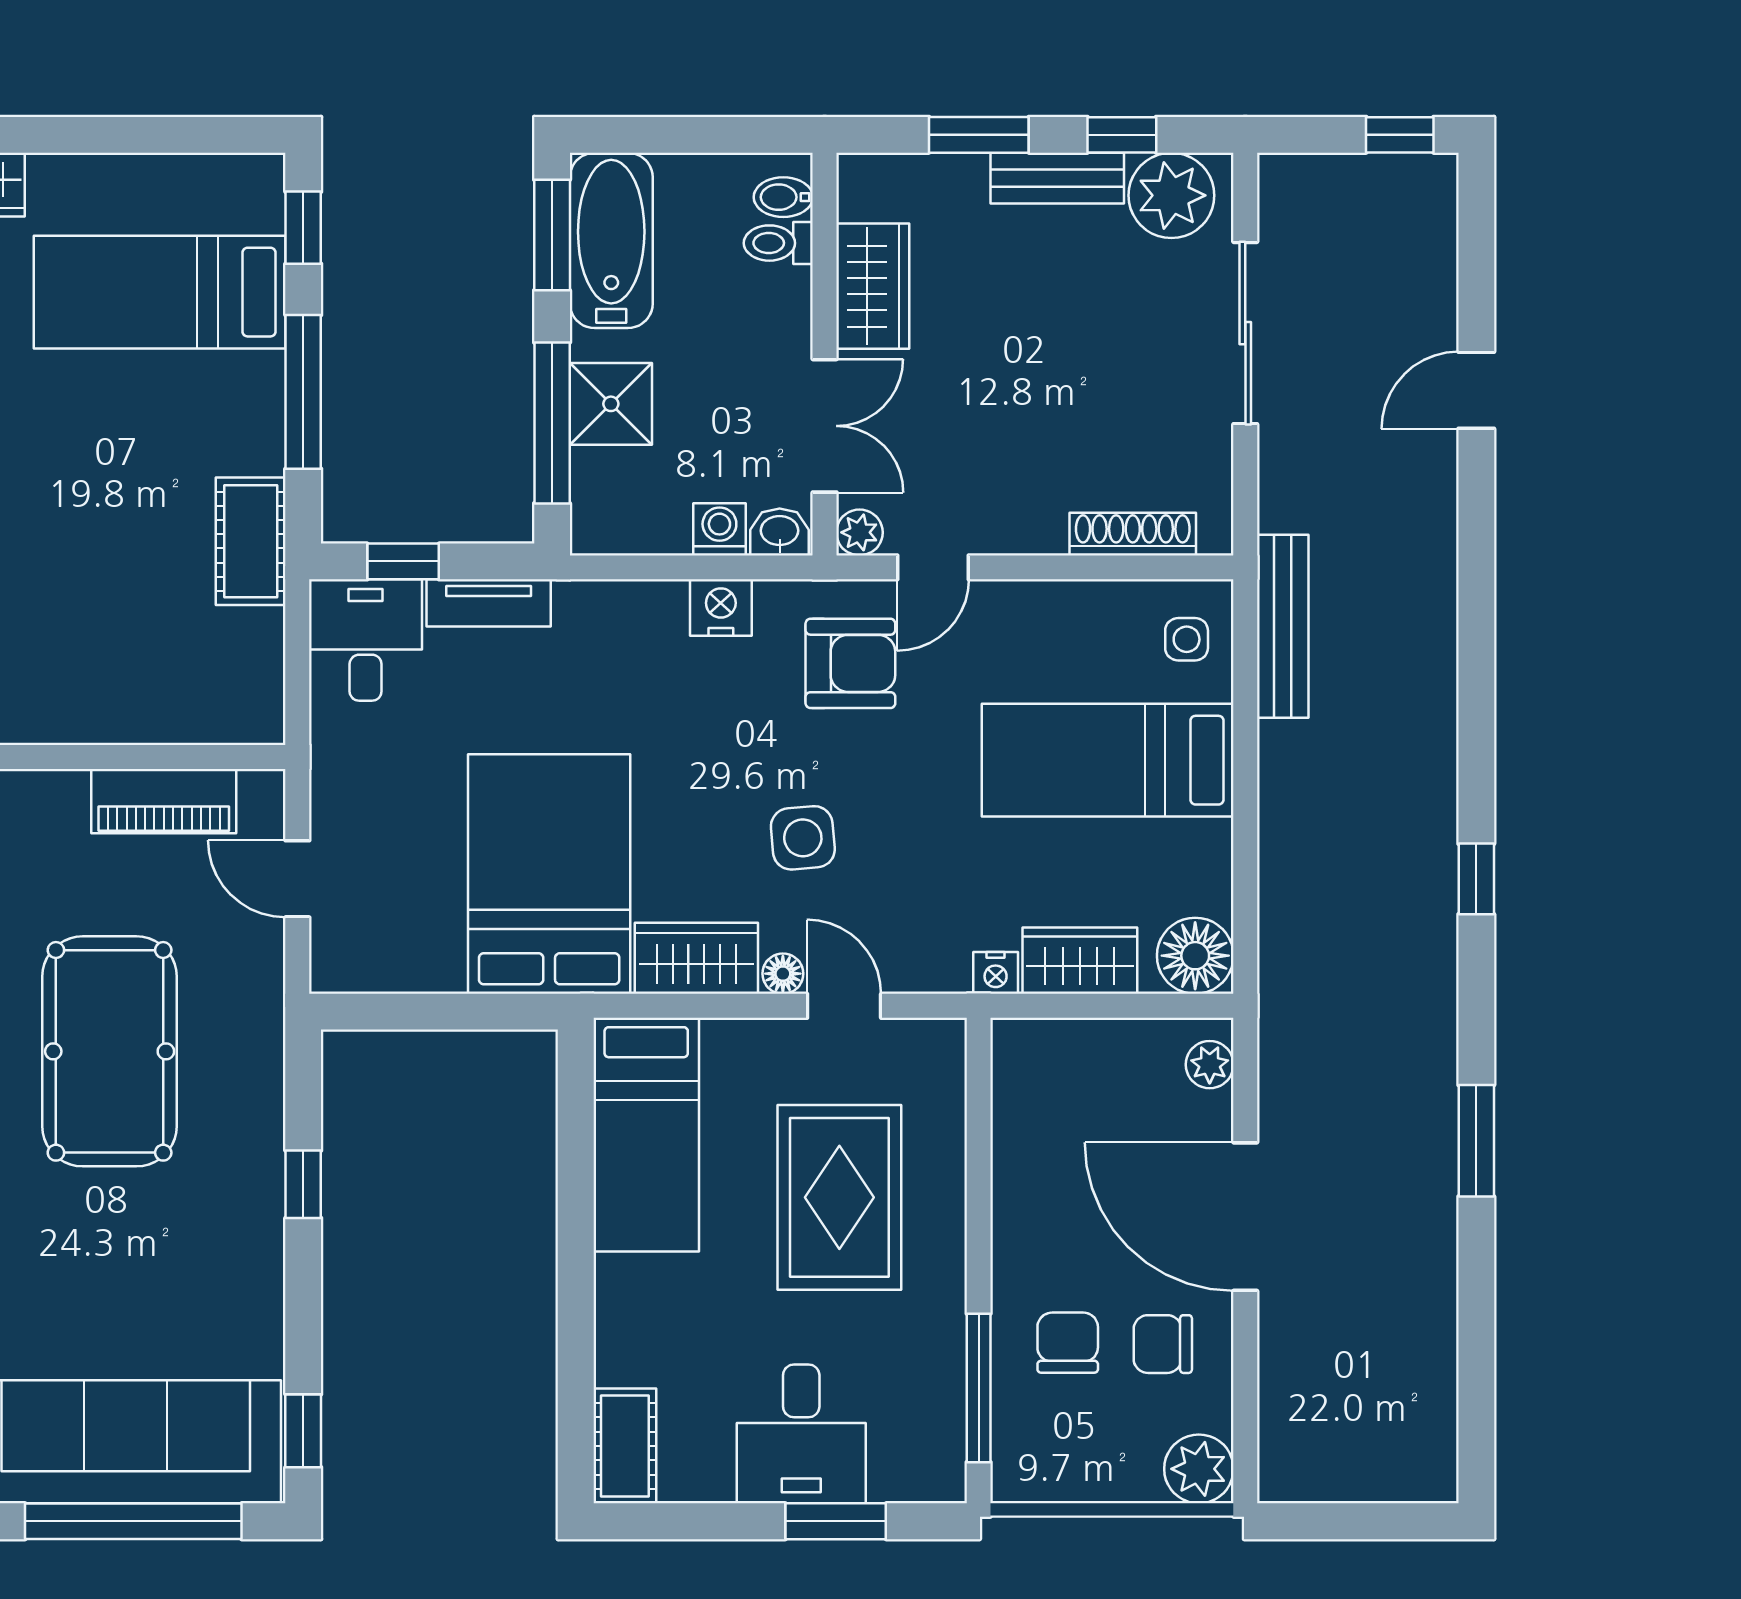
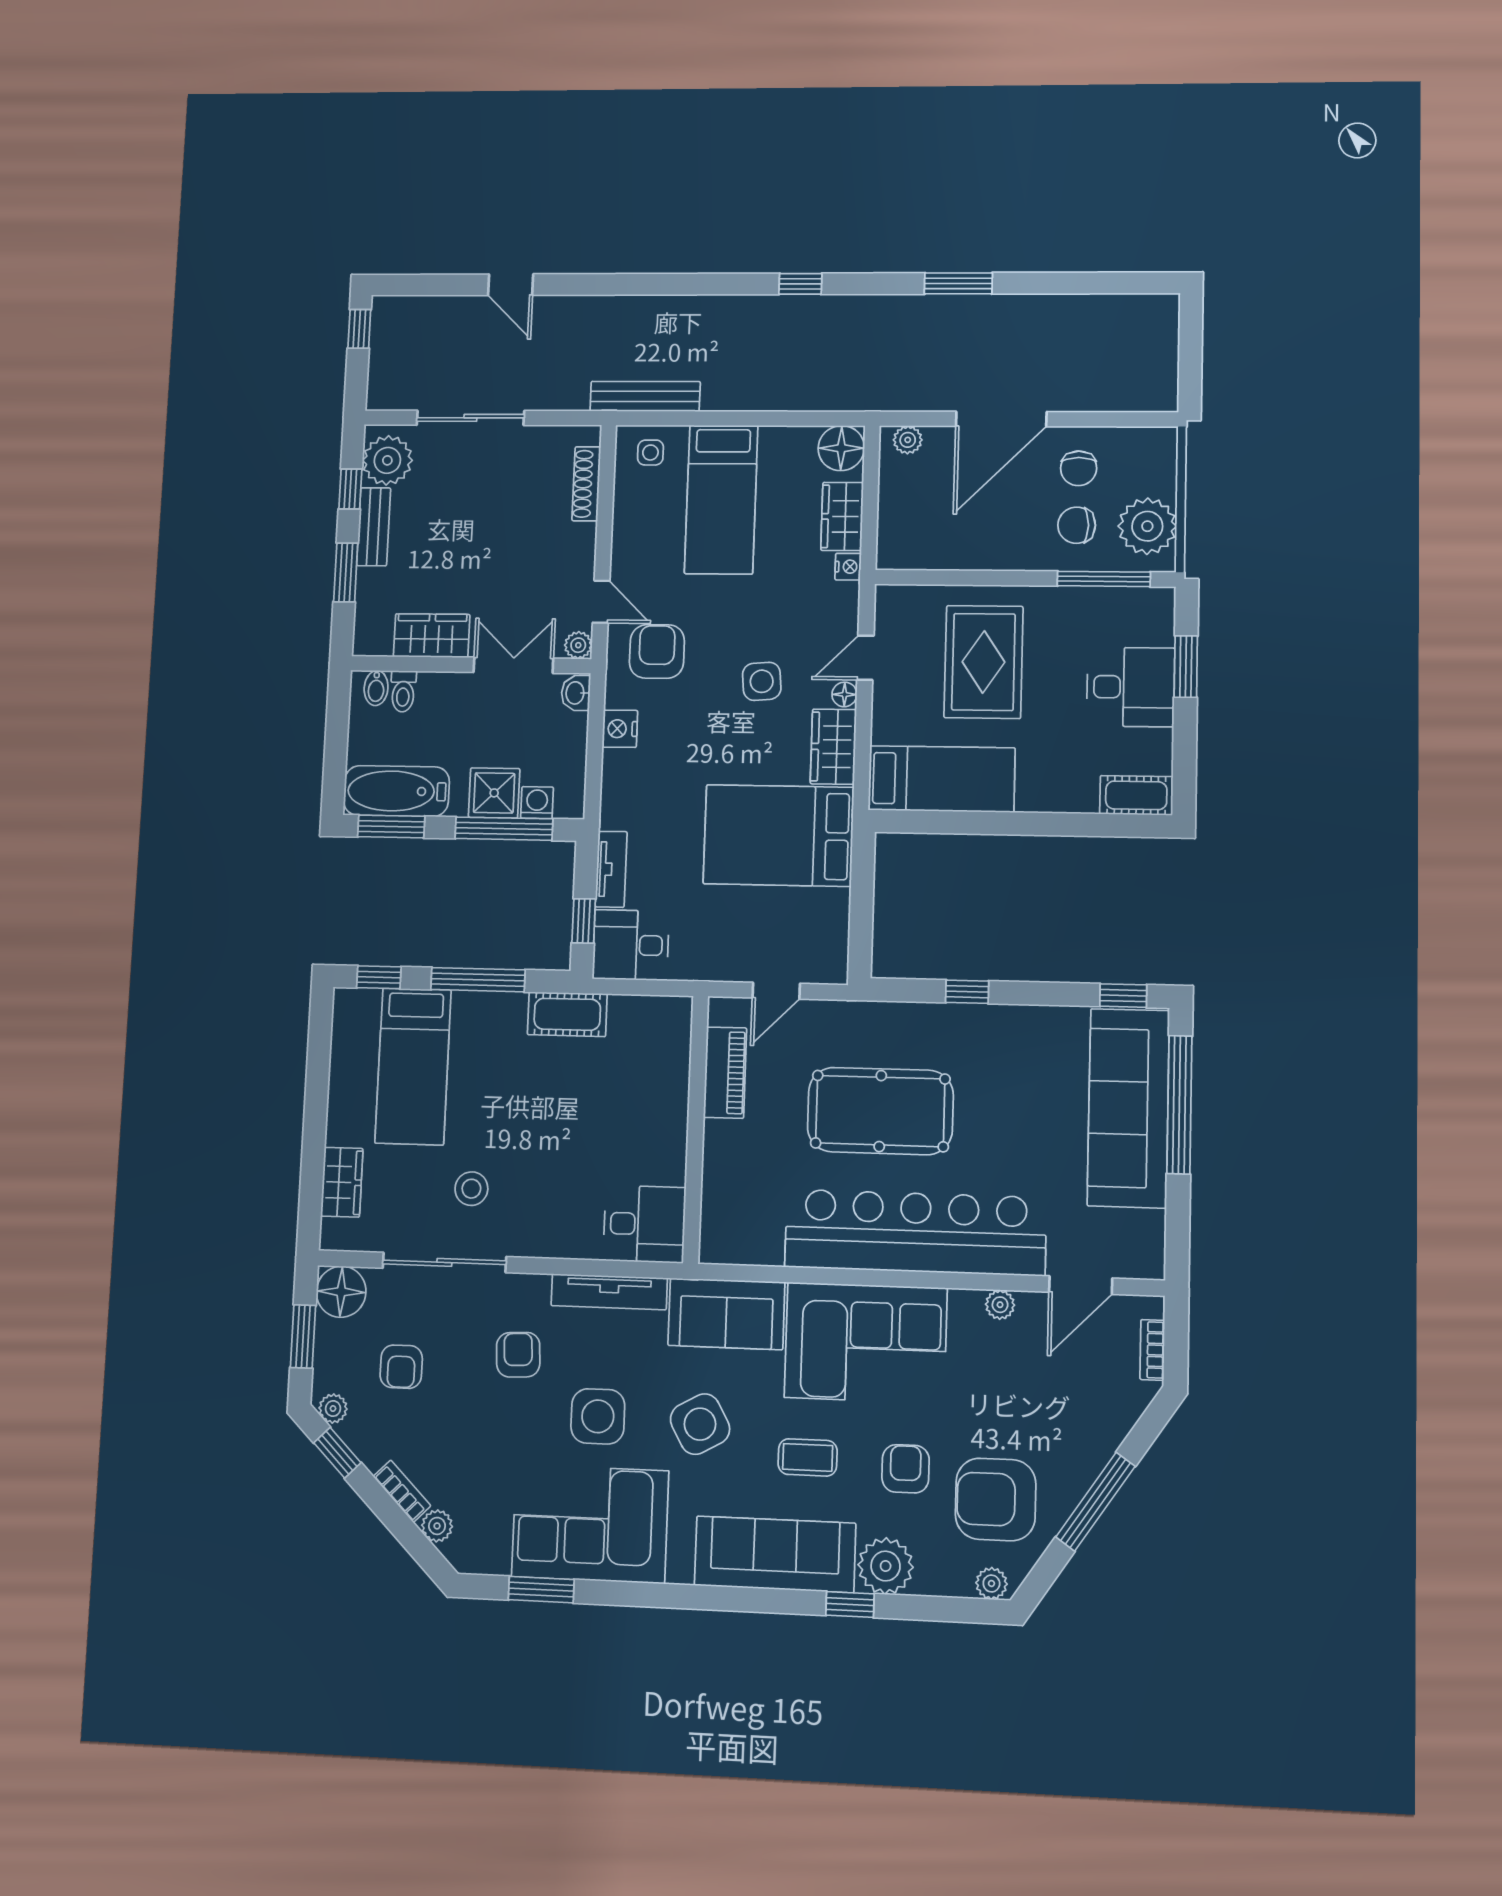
washing machine: (719, 529) -> (537, 803), moved, turned 90
rug: (839, 1197) -> (983, 662), turned 90
plant: (1199, 1469) -> (1147, 526), moved, width x1.36, depth x1.36

